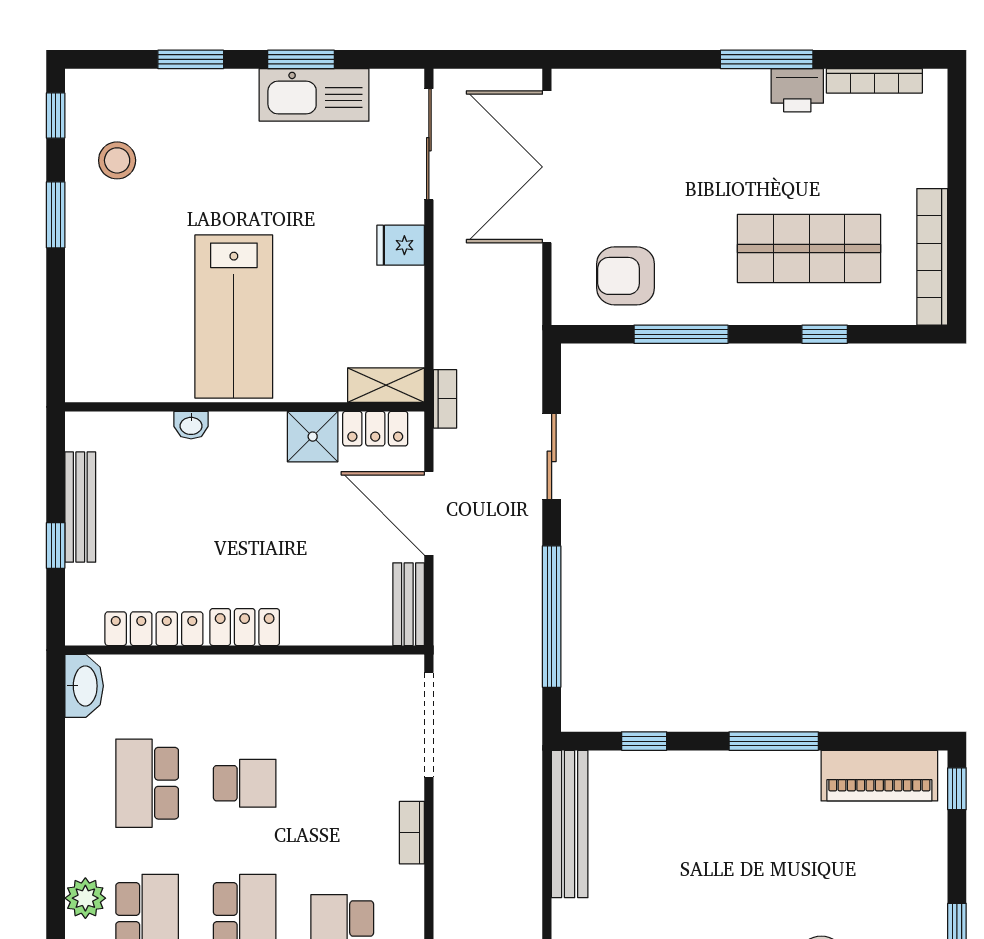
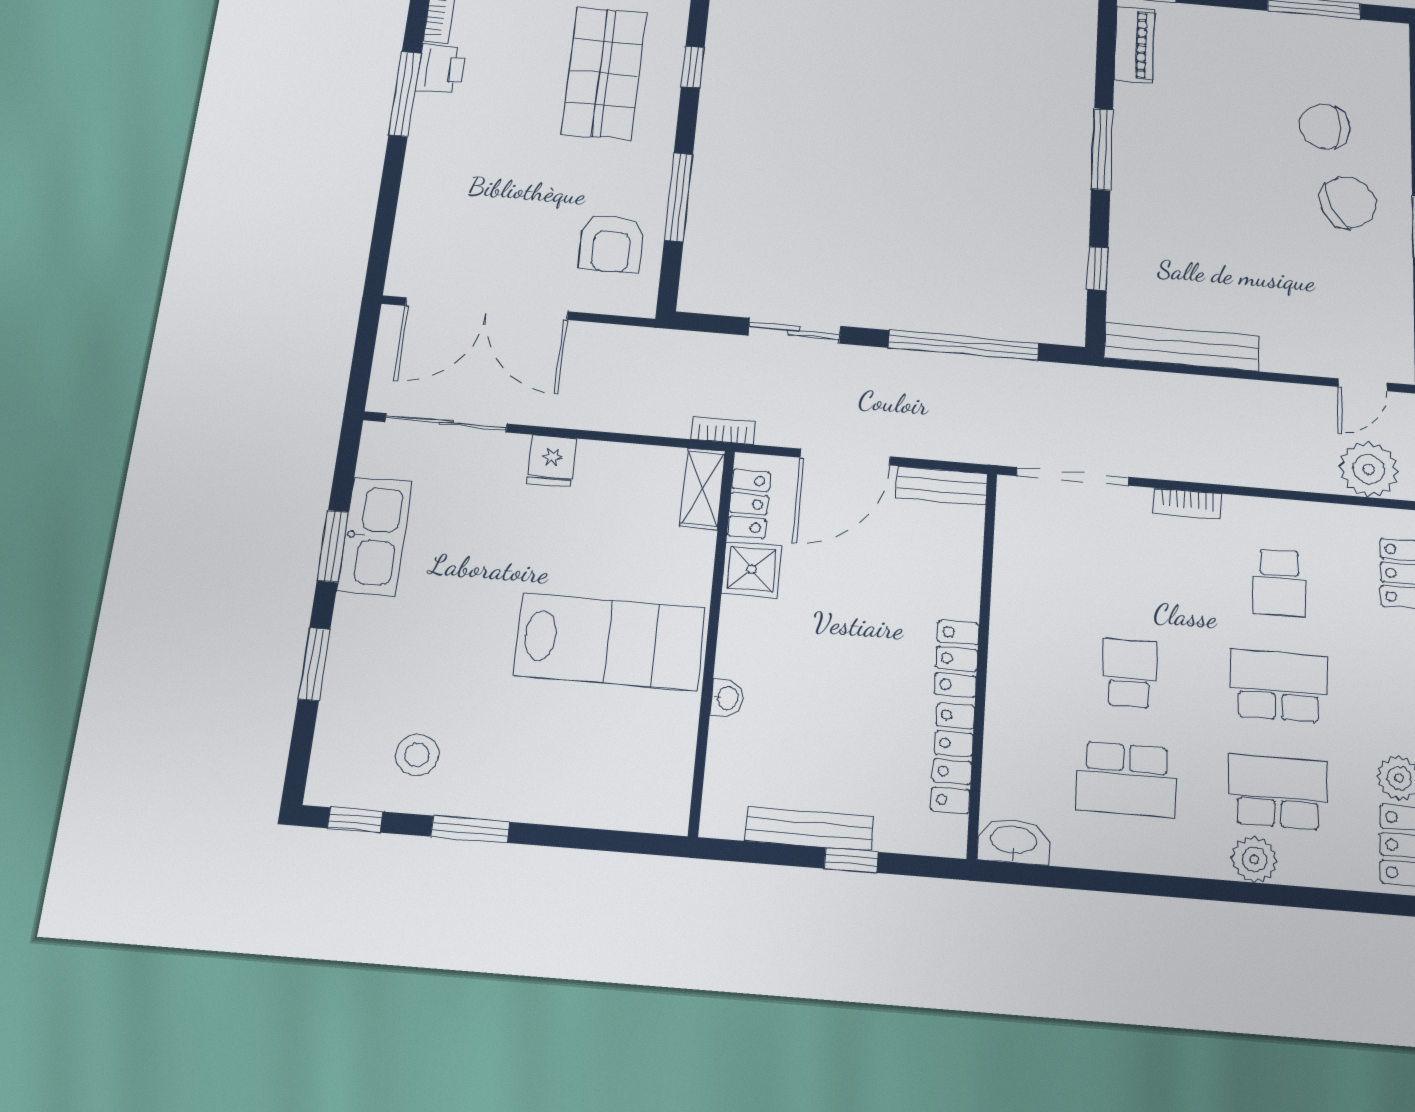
piano: (879, 776) -> (1134, 44), width x0.73, depth x0.75

